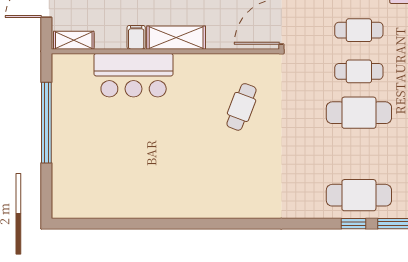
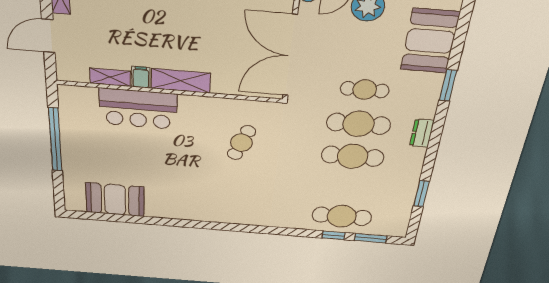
shelving: (74, 40) -> (110, 77), moved
cafe table: (359, 71) -> (358, 124), width x1.37, depth x1.35
booth: (108, 197) -> (115, 200), added

